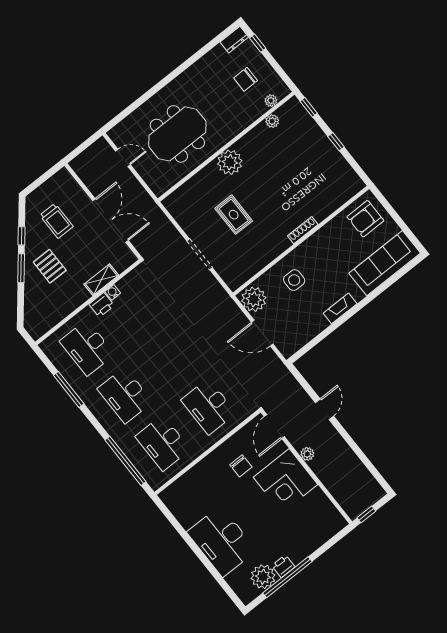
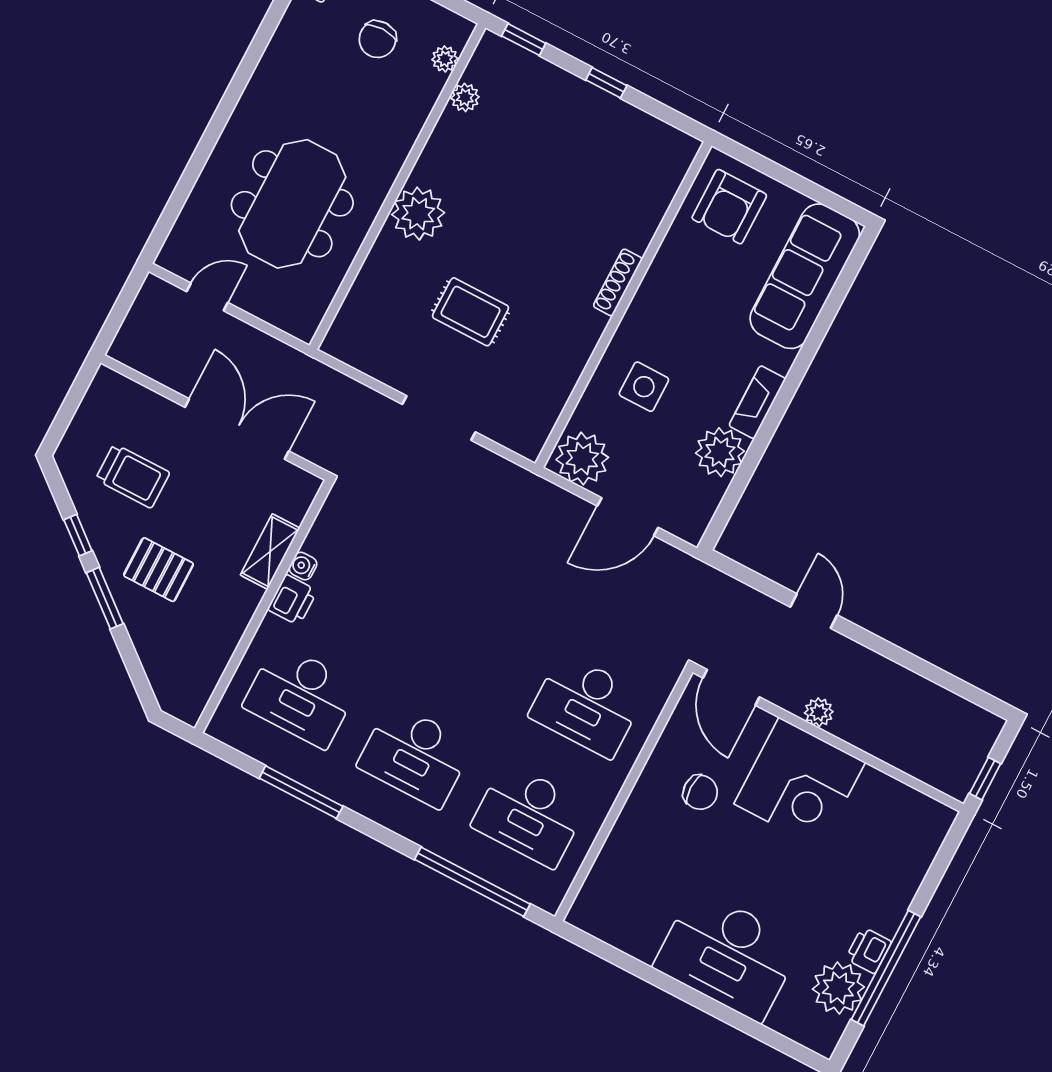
plant: (314, 323) -> (720, 452), added

